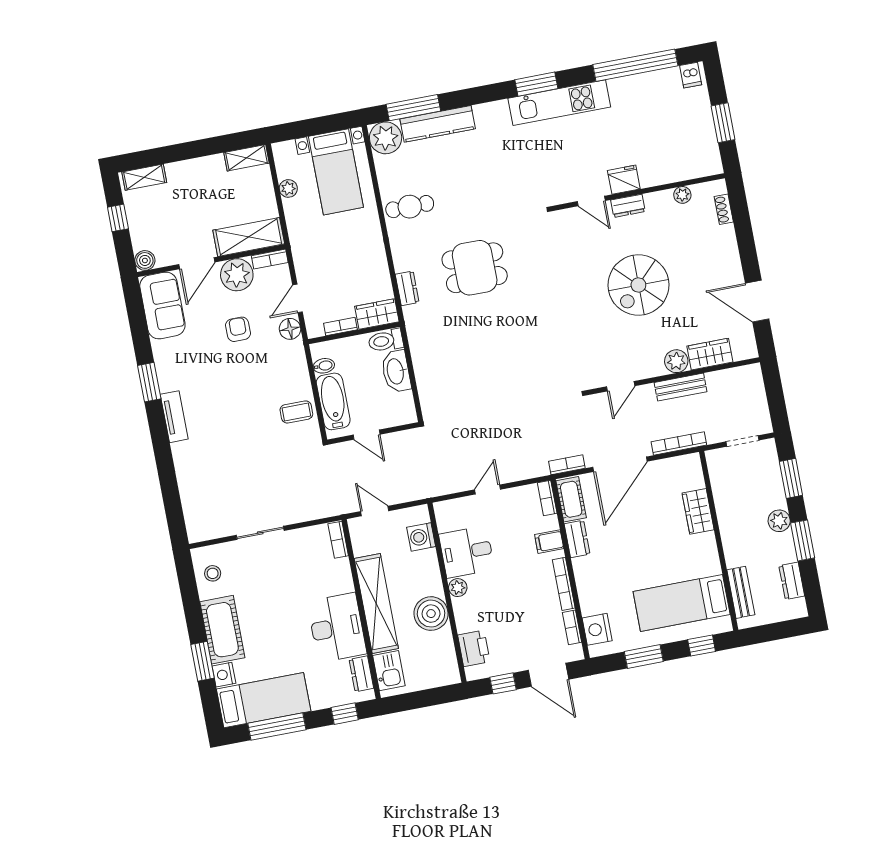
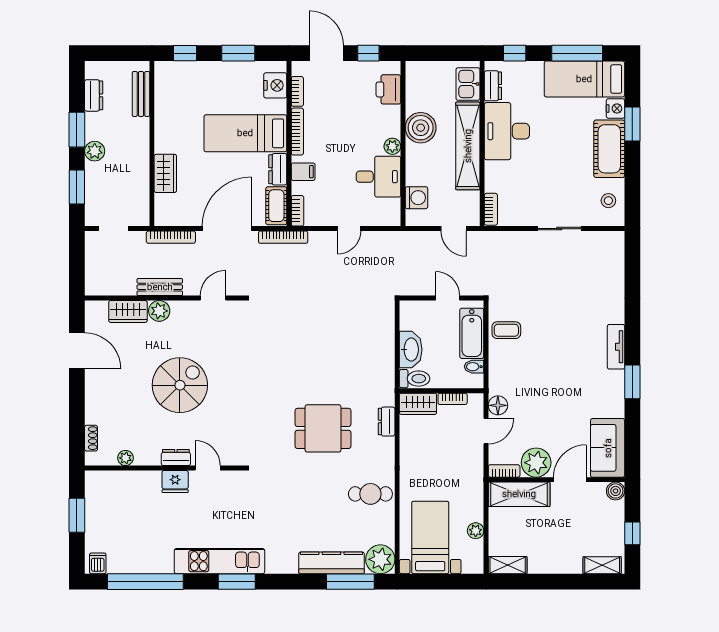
armchair: (238, 329) -> (544, 414), removed
bookcase: (567, 465) -> (283, 237), width x1.56
bed: (682, 603) -> (245, 133), moved, turned 180

